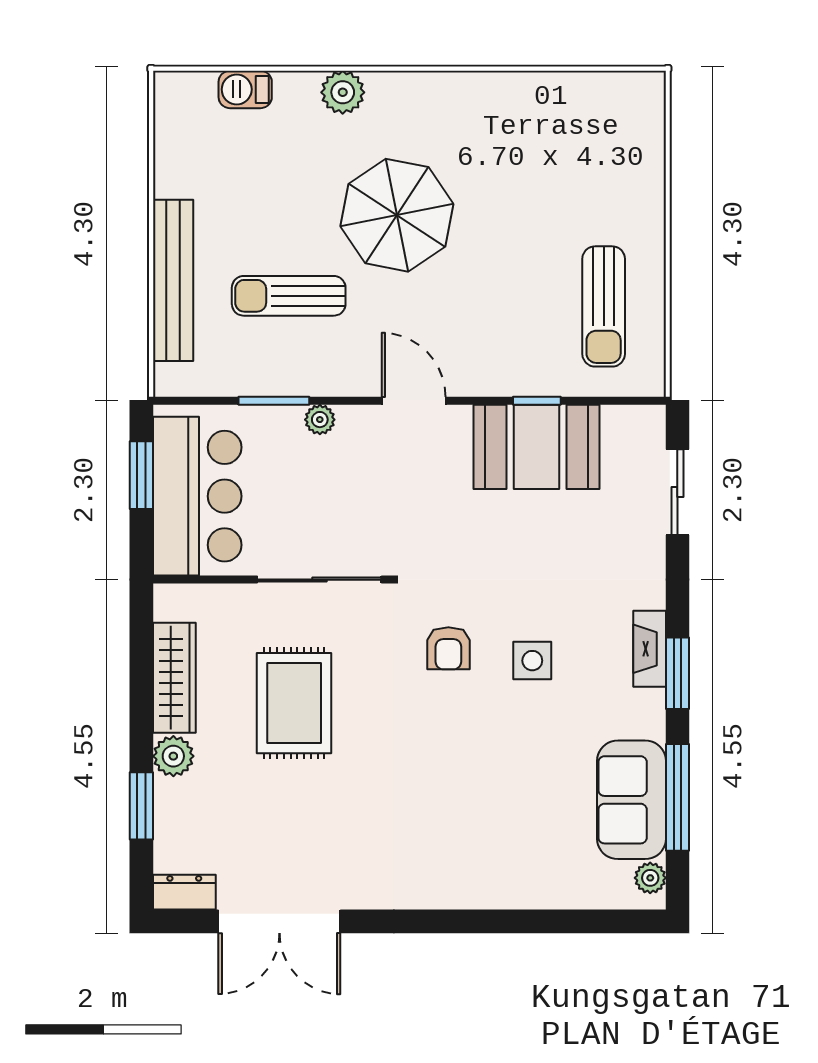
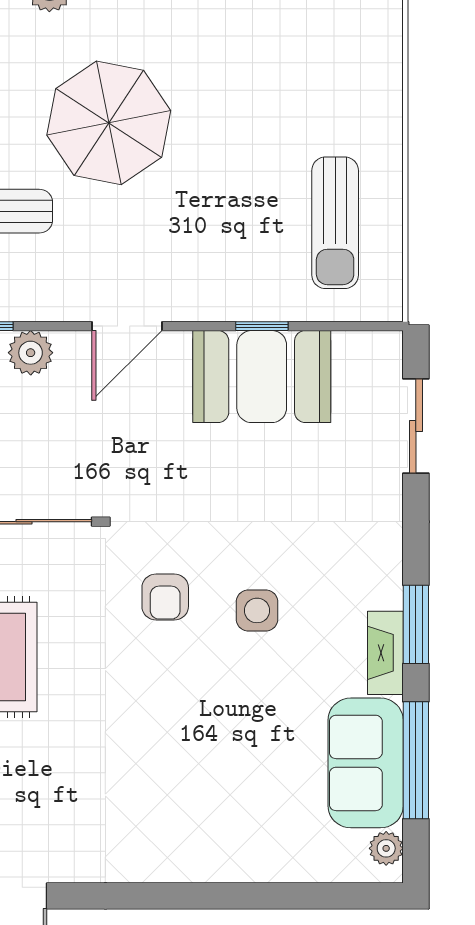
door: (414, 401) -> (127, 326), swing flipped
plant: (320, 420) -> (31, 353), width x1.38, depth x1.38
fireplace: (650, 649) -> (385, 653), moved

